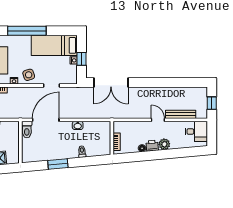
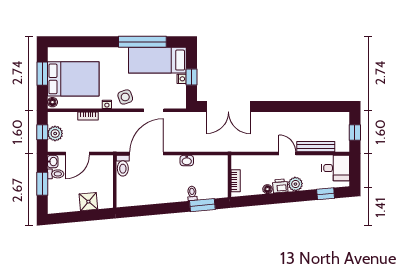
window: (27, 31) -> (142, 42), moved
window: (188, 152) -> (326, 194), added
window: (58, 164) -> (202, 205), moved

